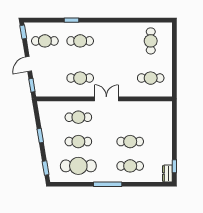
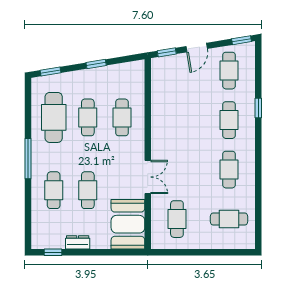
door: (28, 64) -> (197, 48), swing flipped
cafe table: (80, 78) -> (229, 170), moved
double door: (106, 99) -> (148, 177), moved
booth: (154, 113) -> (128, 224), added
dresser: (167, 174) -> (78, 242), moved

